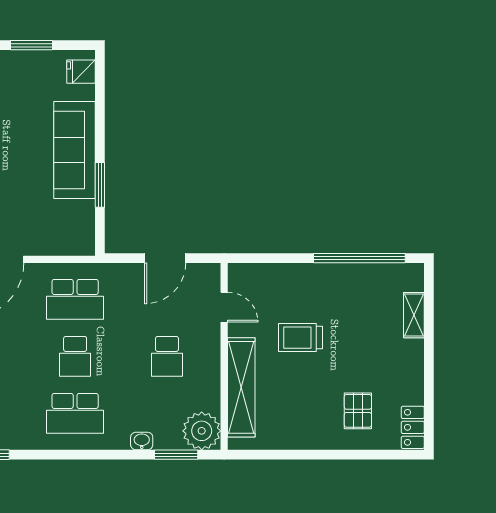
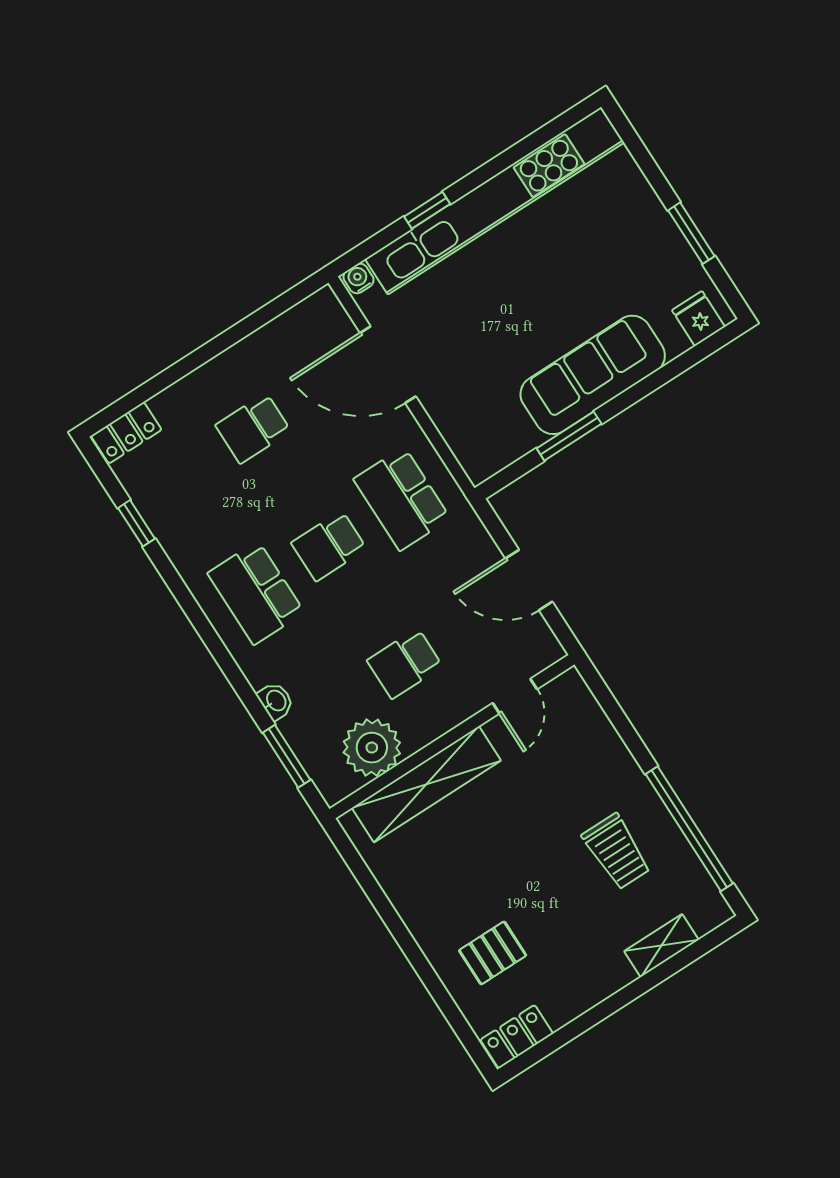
trolley: (300, 338) -> (617, 852), moved, turned 180
plant: (202, 431) -> (372, 748), moved

